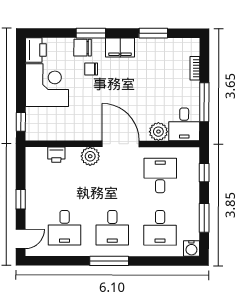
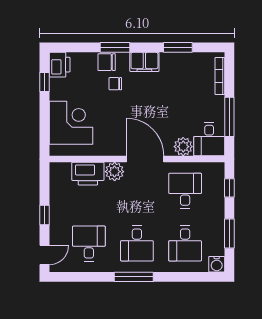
bookcase: (195, 68) -> (220, 76), width x1.56
corner desk: (47, 85) -> (71, 123), moved
window: (21, 122) -> (45, 82), moved
printer: (56, 155) -> (88, 174), width x1.87, depth x1.48
desk: (65, 228) -> (89, 244), turned 180

